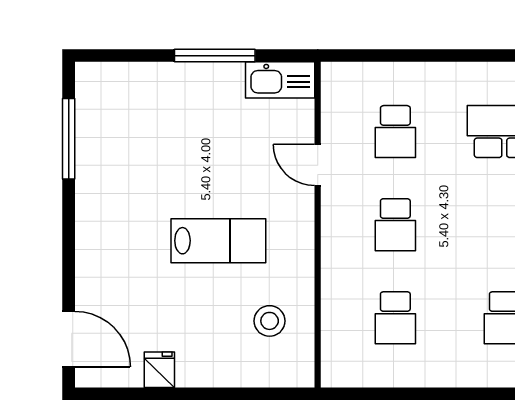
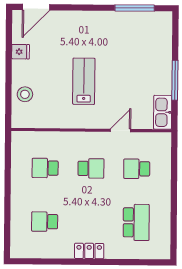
school desk: (395, 225) -> (91, 168), turned 180
lab bench: (218, 241) -> (84, 81), turned 180
stool: (270, 321) -> (25, 94), moved

